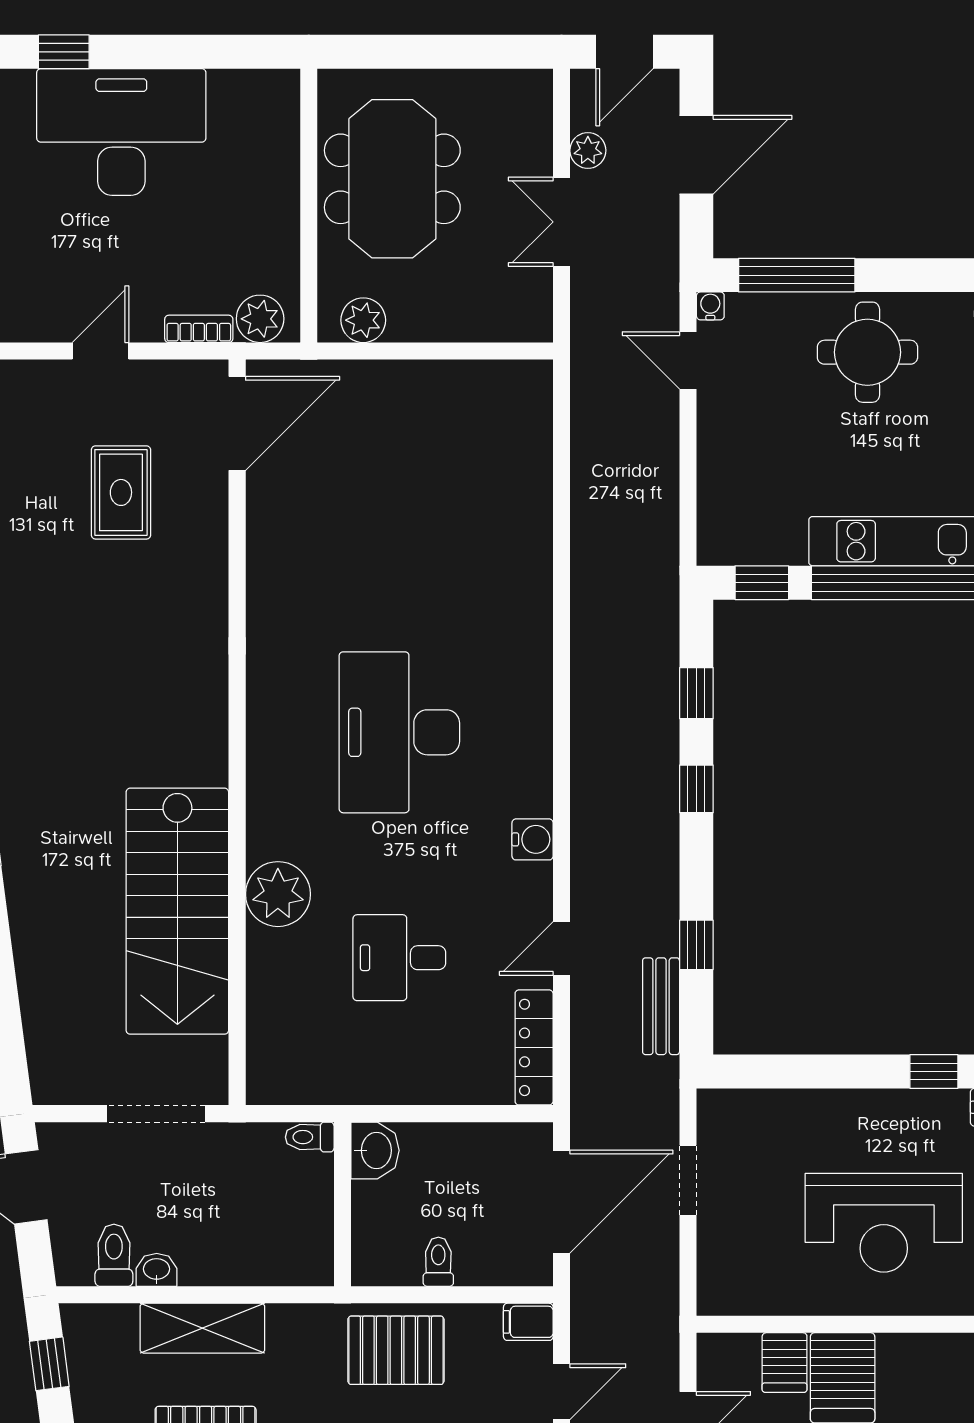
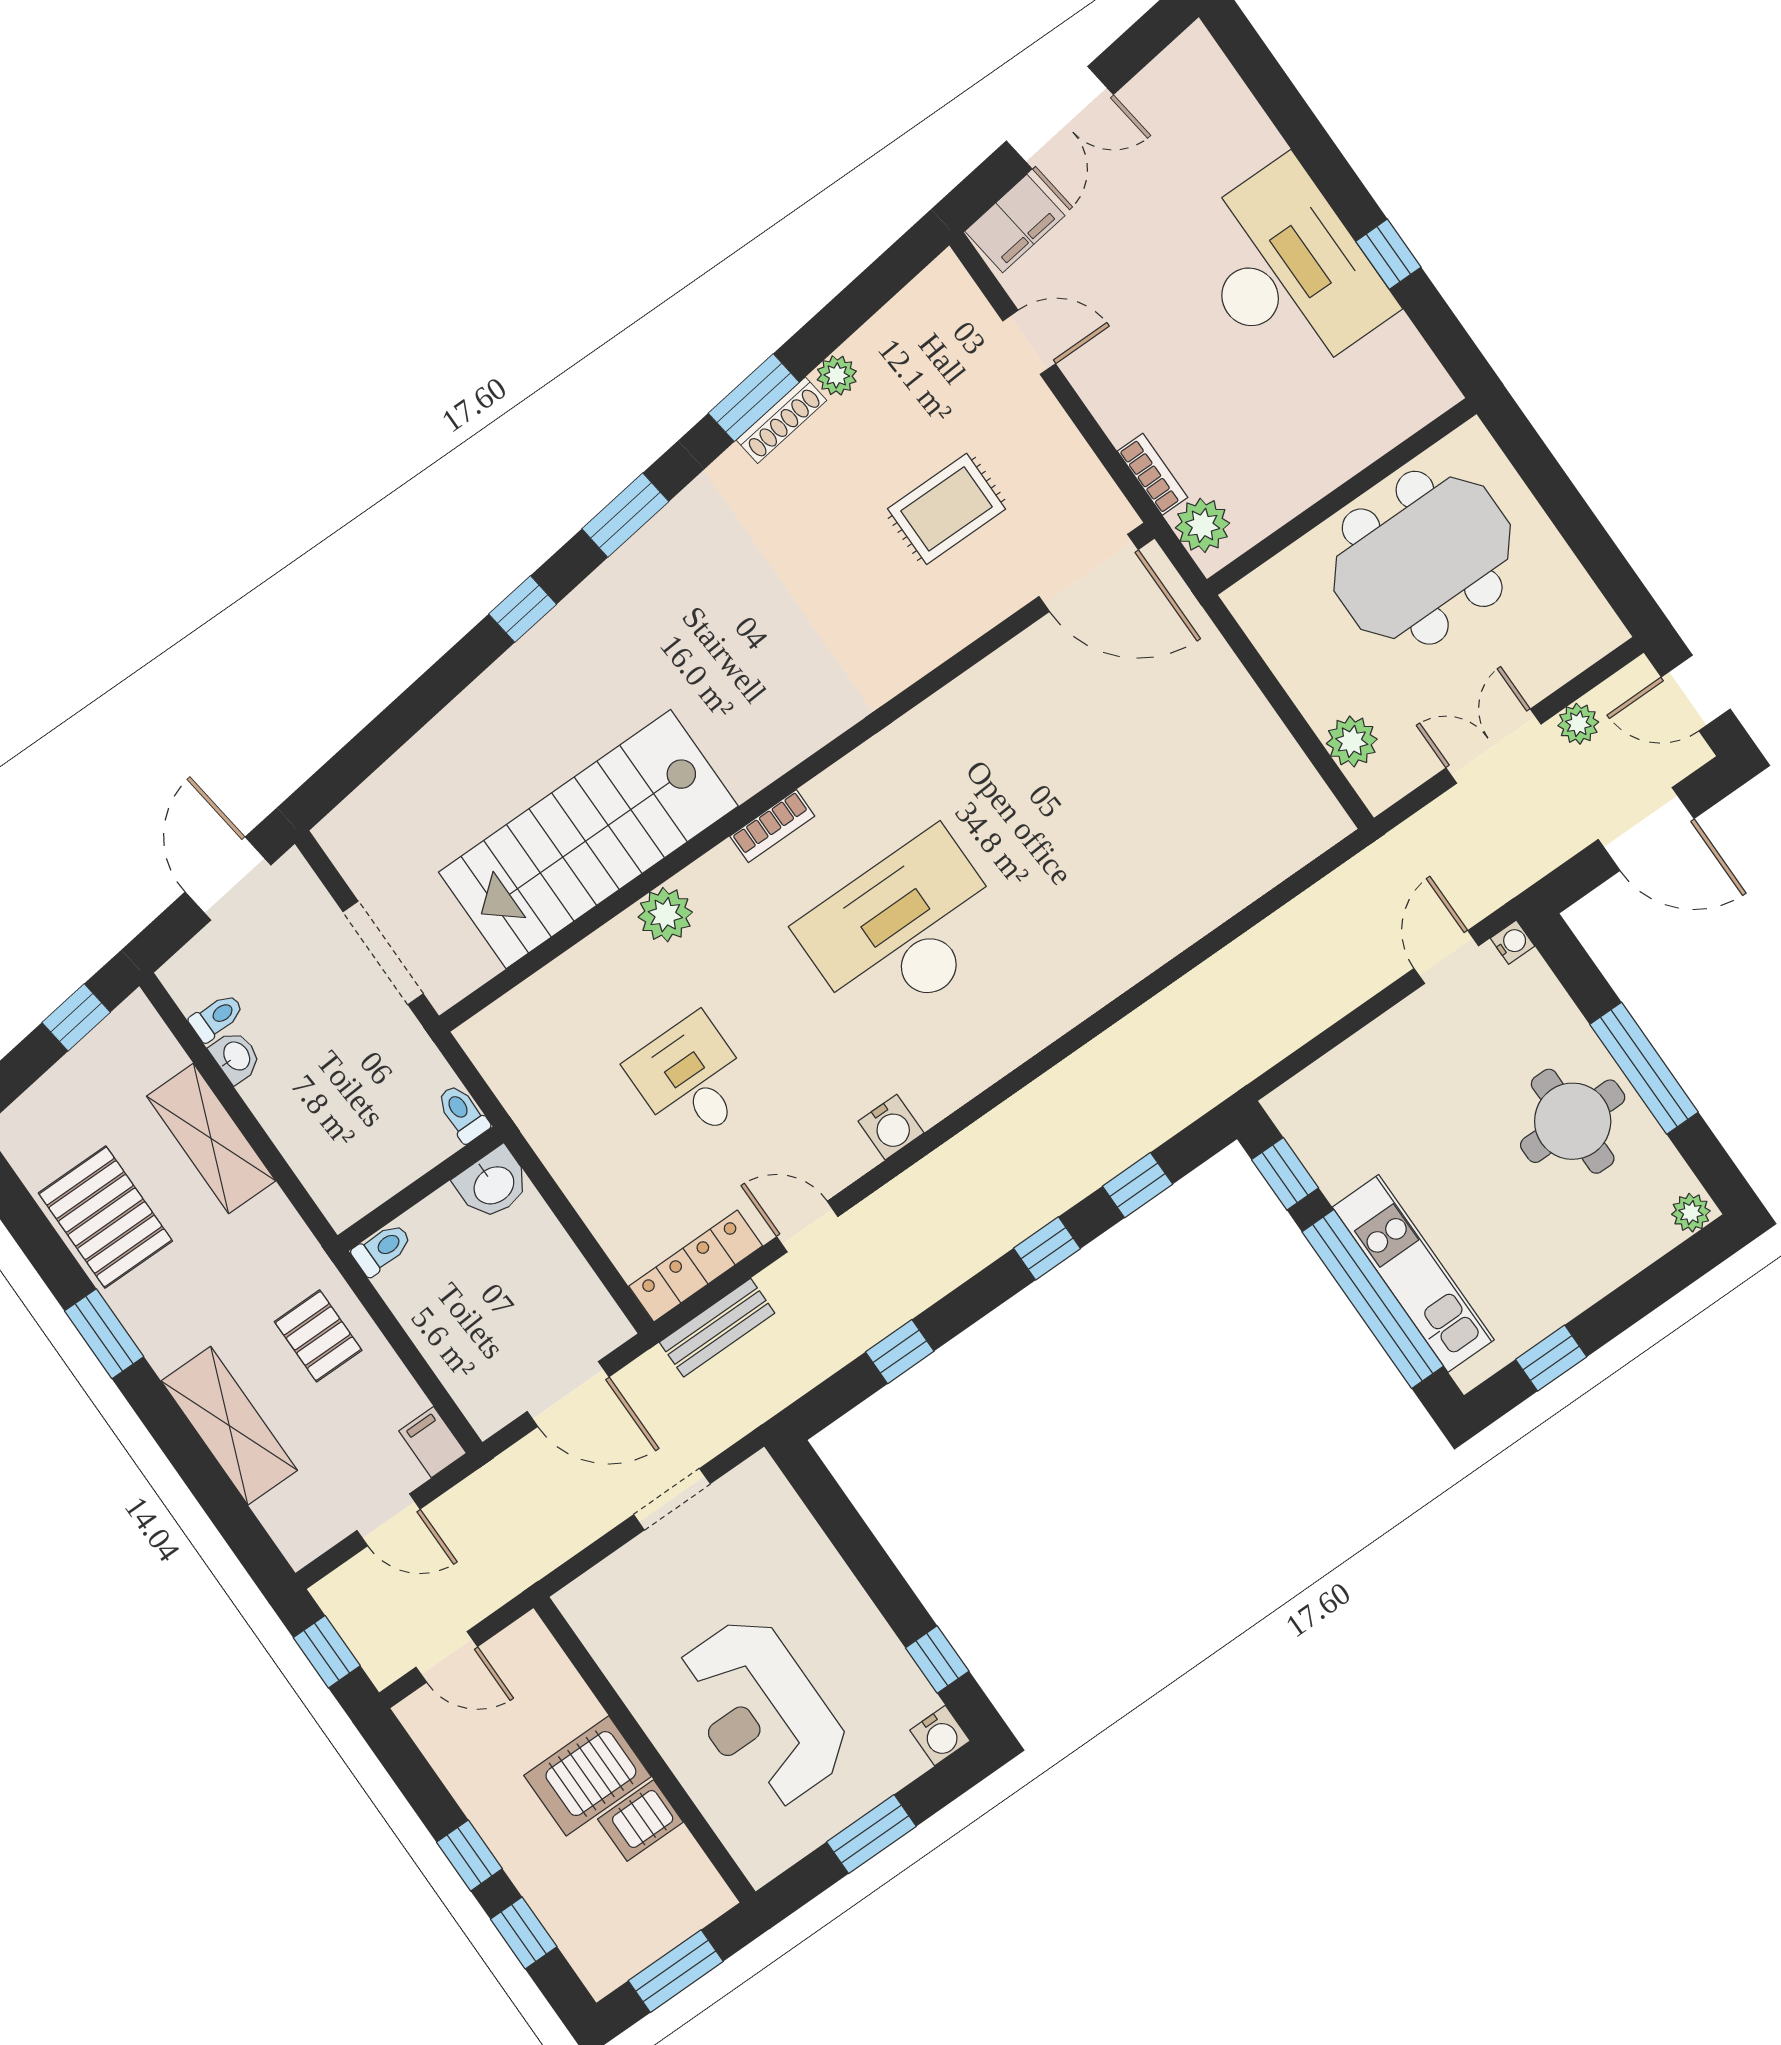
window: (64, 52) -> (1388, 254), moved
window: (797, 275) -> (1644, 1068), moved
plant: (363, 320) -> (1352, 741), moved
door: (100, 351) -> (1029, 342), moved
bookcase: (260, 774) -> (772, 826), added
plant: (278, 894) -> (665, 915), width x0.73, depth x0.73
bench: (661, 1006) -> (717, 1328), moved
door: (562, 1202) -> (568, 1394), width x0.73
toilet: (114, 1255) -> (217, 1017), width x0.73, depth x0.72
toilet: (438, 1262) -> (382, 1249), moved
pallet: (396, 1350) -> (318, 1336), width x0.67, depth x0.71
server rack: (785, 1363) -> (640, 1821), moved

